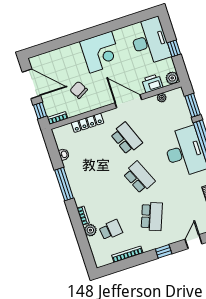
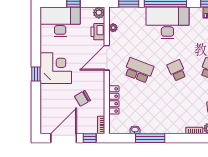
window: (88, 34) -> (36, 74), added
school desk: (126, 138) -> (139, 70), turned 42
school desk: (139, 177) -> (177, 70), width x0.54
window: (64, 184) -> (150, 138), moved

